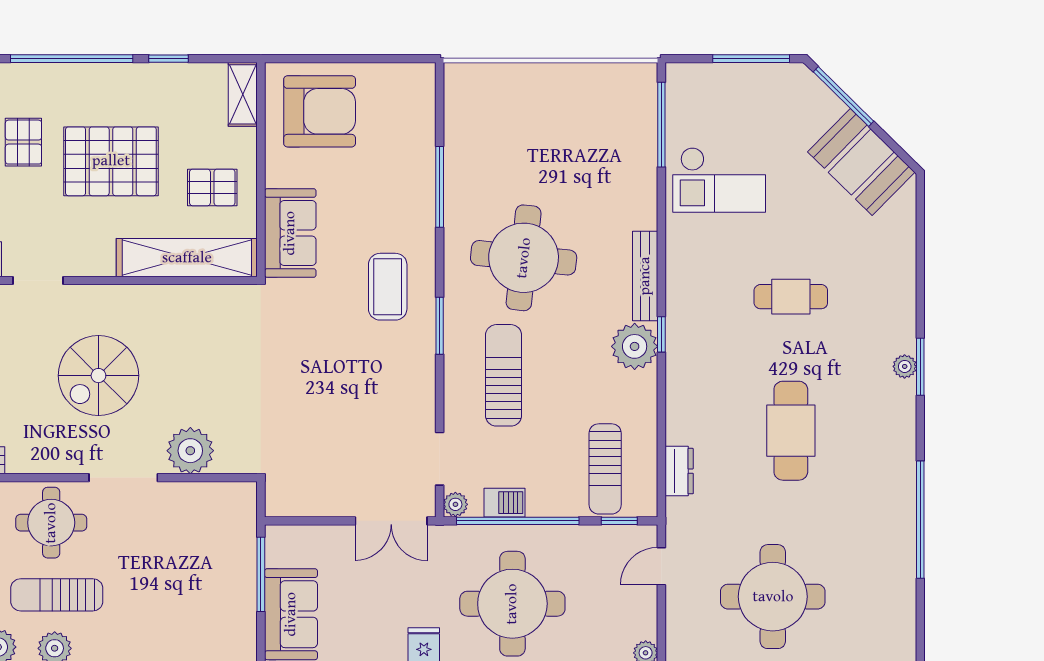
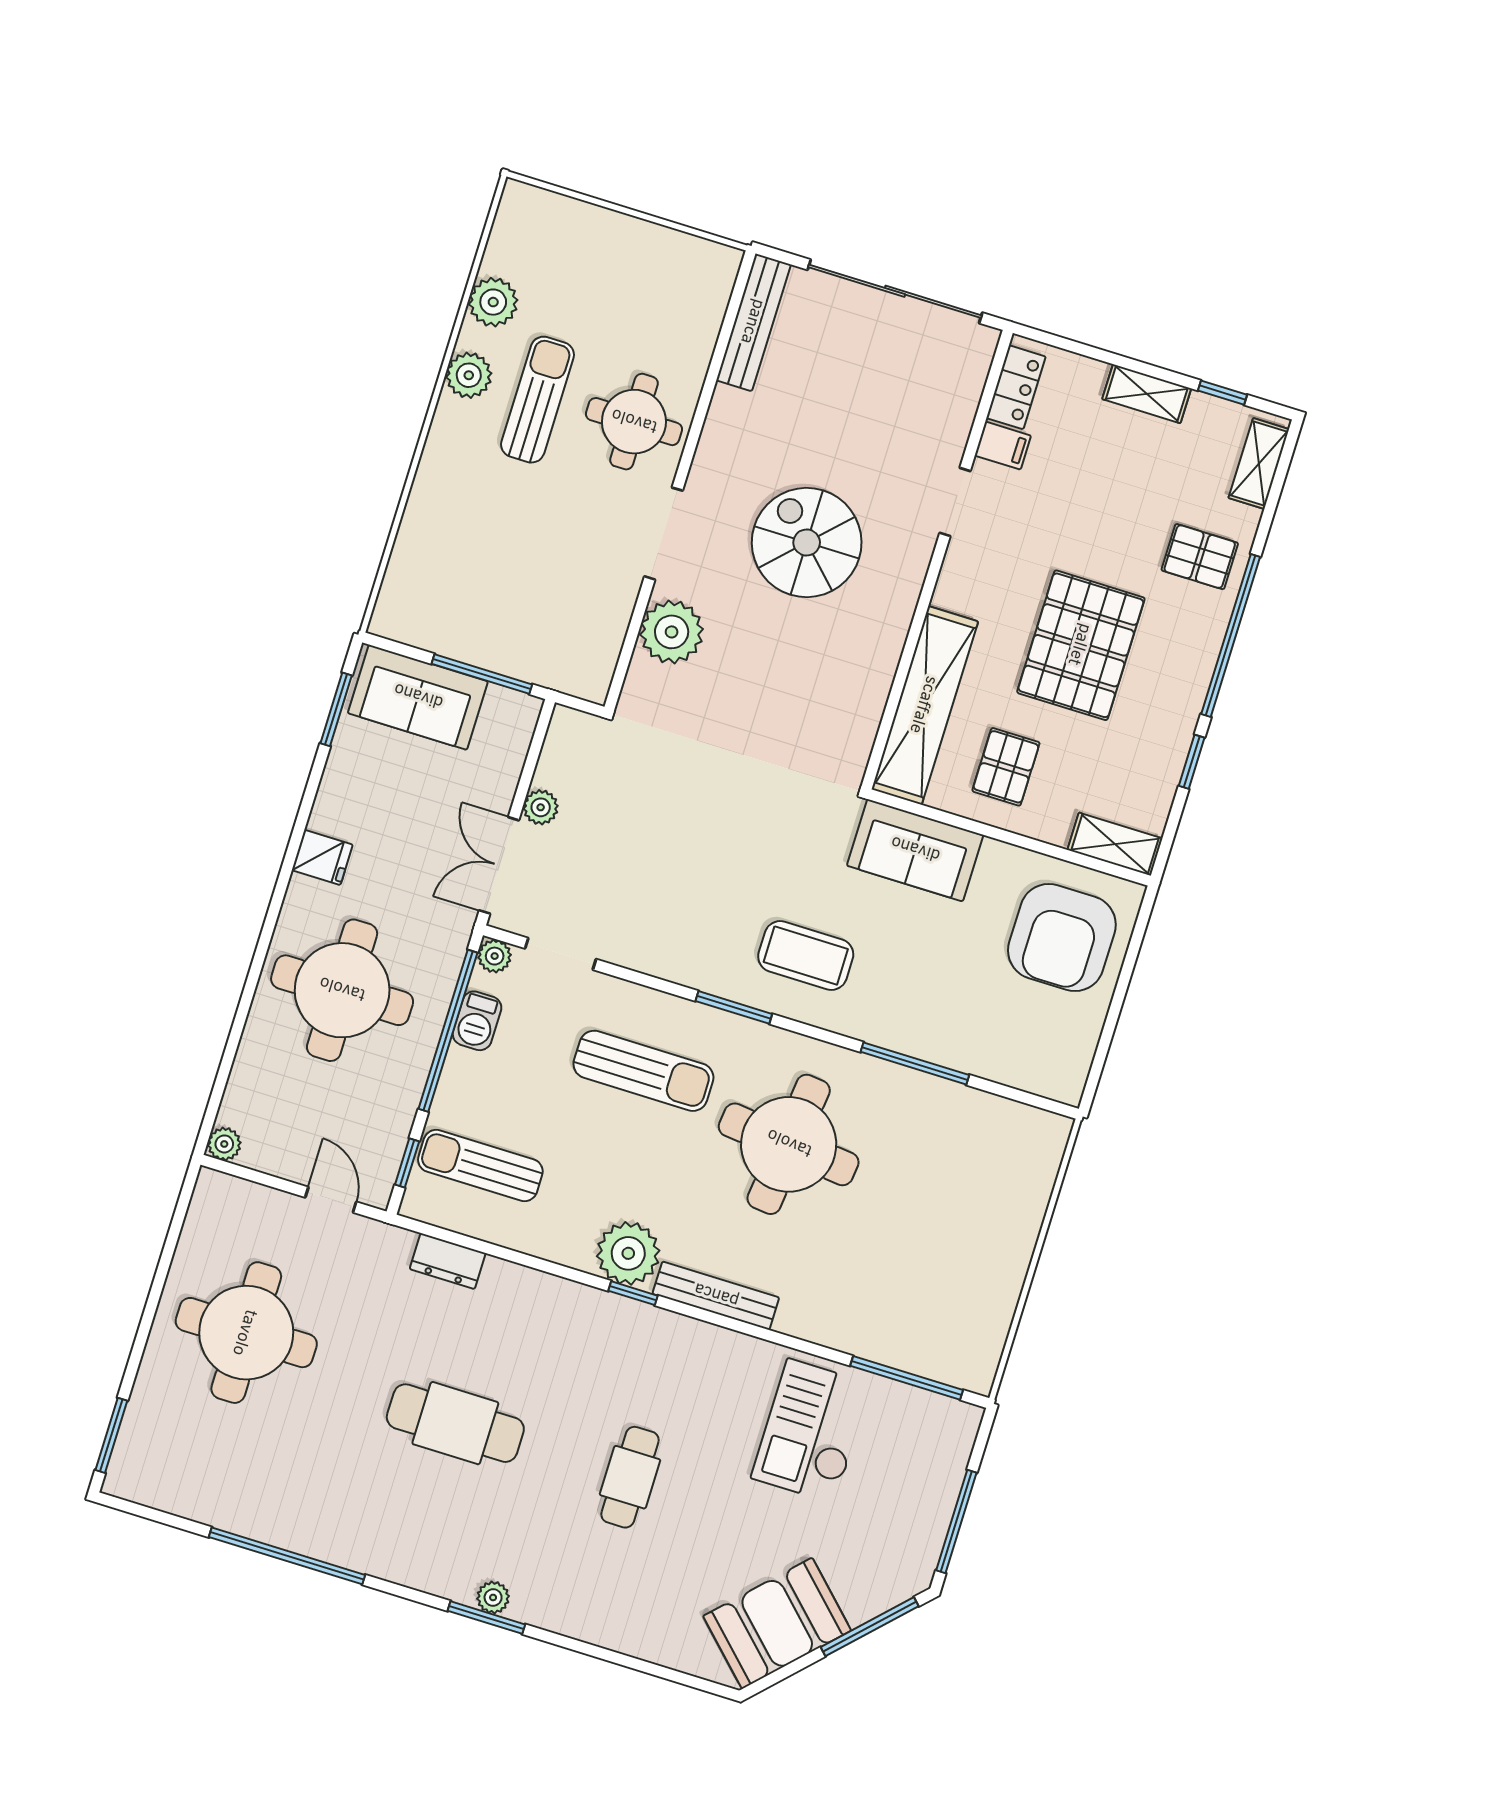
pallet: (23, 142) -> (1200, 557), moved
plant: (341, 504) -> (541, 807), added

